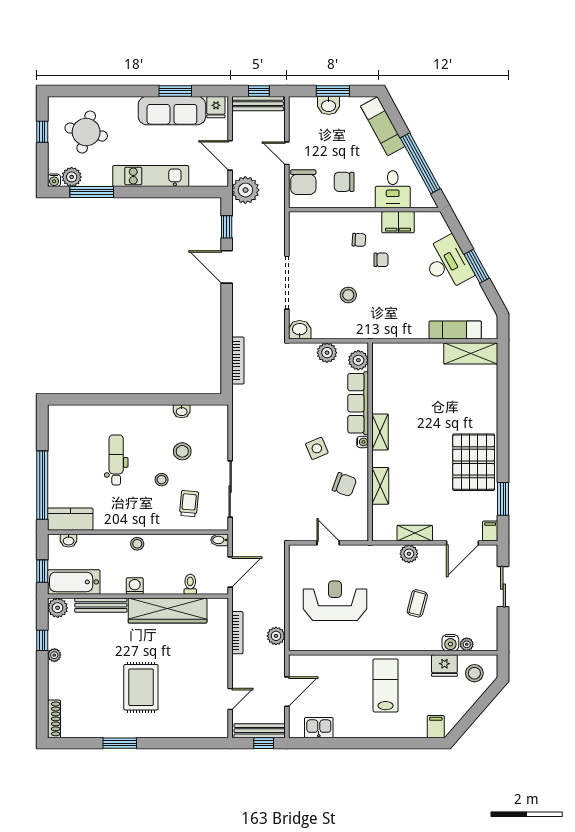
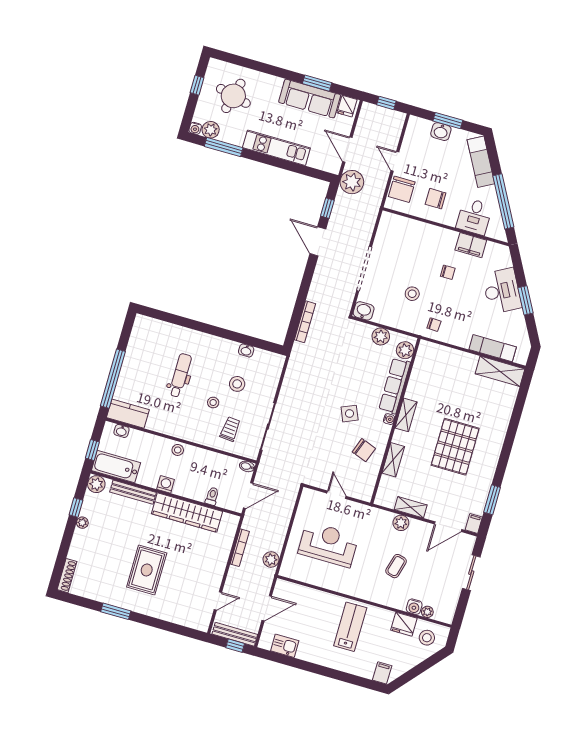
bench: (258, 104) -> (383, 113), removed
chair: (359, 240) -> (434, 325), moved
pallet: (474, 462) -> (455, 447), moved

